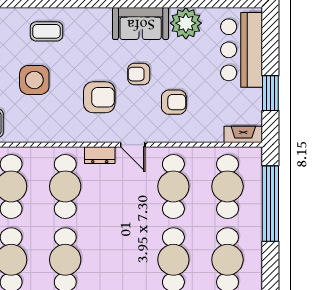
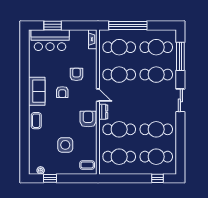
plant: (186, 23) -> (37, 68), removed
coffee table: (46, 31) -> (36, 121), moved
window: (270, 93) -> (53, 25), moved
armchair: (99, 97) -> (88, 119), moved
door: (133, 145) -> (98, 95), hinge flipped

